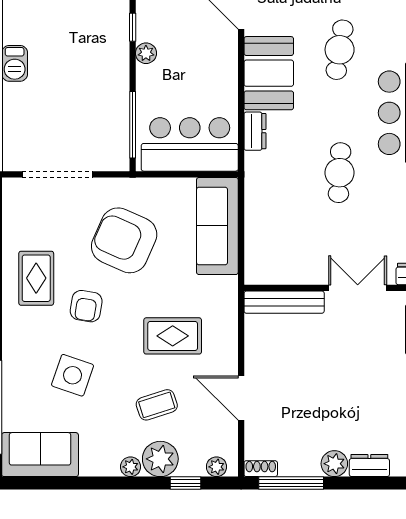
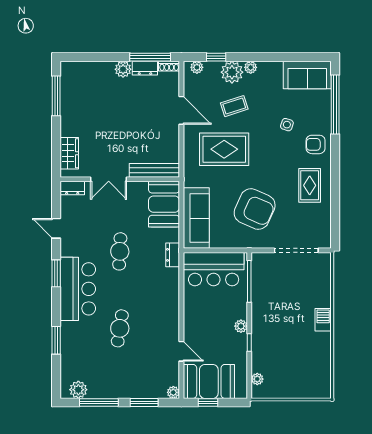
booth: (269, 73) -> (164, 204), moved
dresser: (255, 131) -> (173, 255), moved
armchair: (86, 306) -> (316, 144), moved, turned -99
rug: (173, 336) -> (224, 149), width x1.36, depth x1.43
side table: (73, 375) -> (287, 125), width x0.54, depth x0.54
dresser: (369, 466) -> (145, 68), moved

